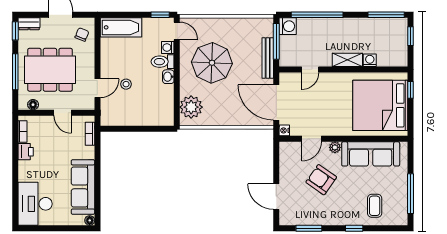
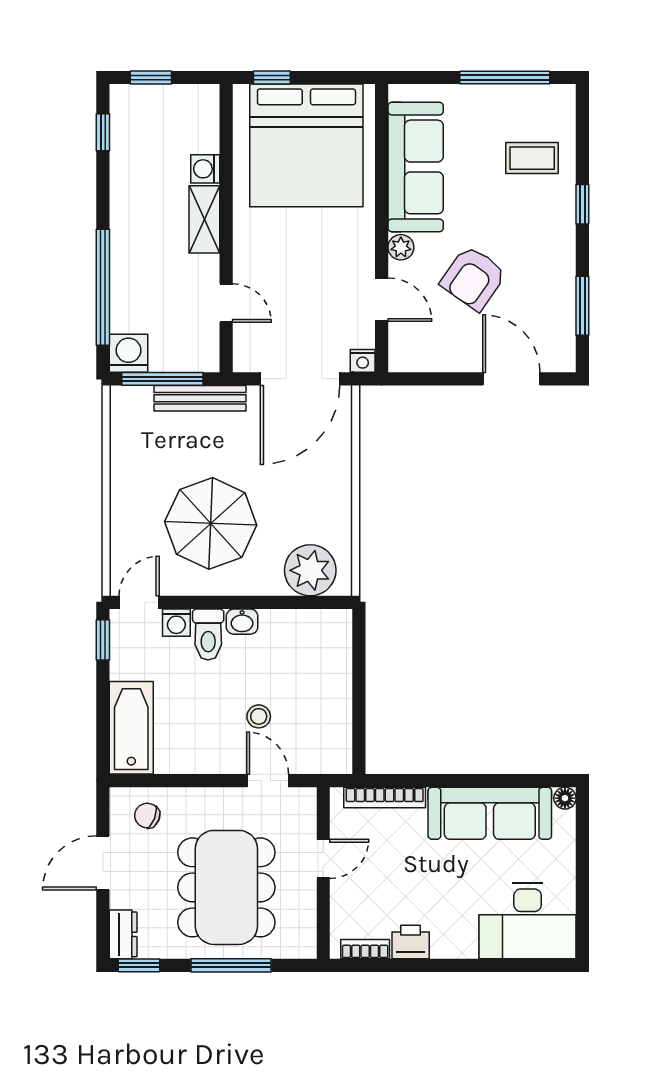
window: (386, 15) -> (103, 132), width x0.46
floor lamp: (33, 105) -> (305, 925), removed
bookcase: (90, 134) -> (385, 798), width x1.56
door: (276, 197) -> (511, 379), swing flipped

